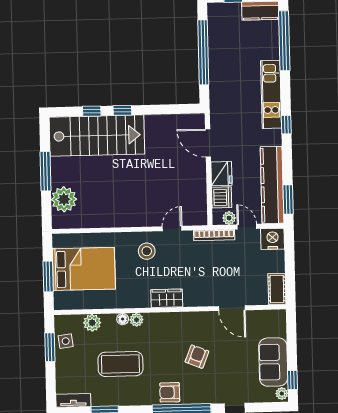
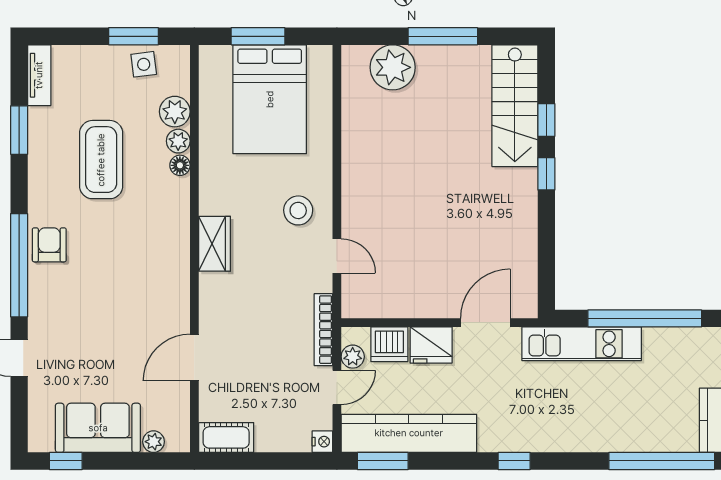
kitchen unit: (271, 94) -> (582, 344), moved, turned 180
stairs: (97, 136) -> (515, 106), width x0.73, depth x0.66
nightstand: (273, 239) -> (322, 442), width x0.53, depth x0.56
plant: (136, 320) -> (178, 141), moved
armchair: (197, 357) -> (111, 294), removed
plant: (282, 394) -> (154, 442), moved

